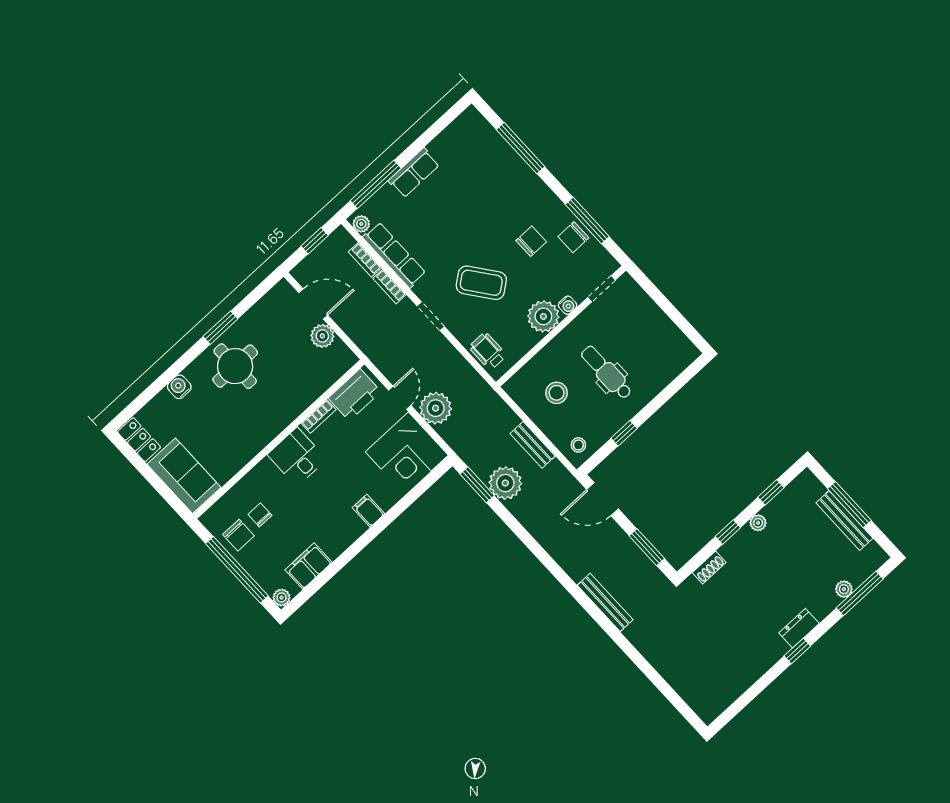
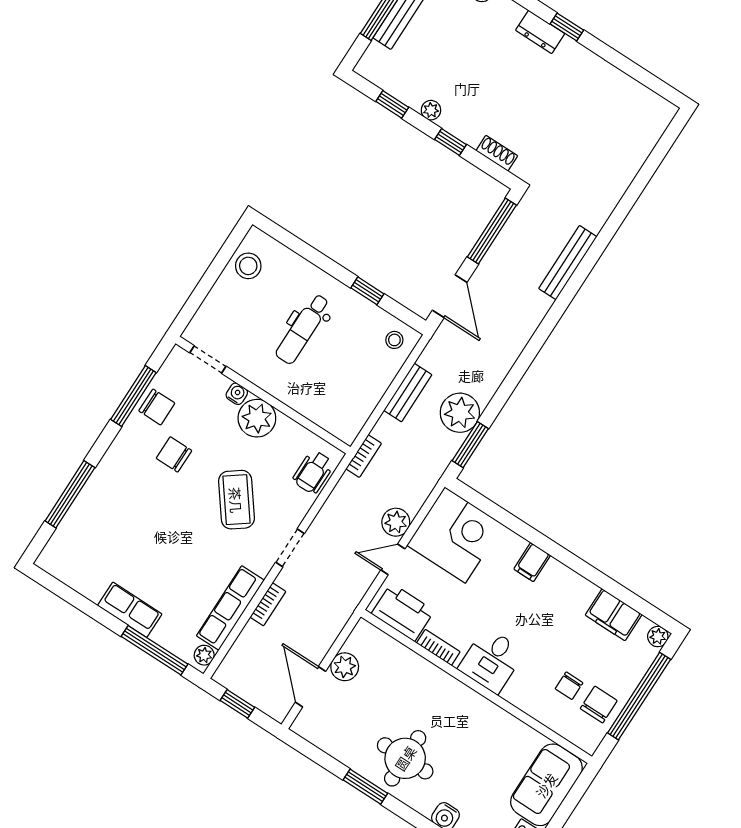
bookcase: (365, 260) -> (364, 456), moved
stool: (557, 393) -> (248, 266), moved
plant: (436, 408) -> (396, 522), width x0.73, depth x0.73
window: (647, 547) -> (492, 231), width x1.44

